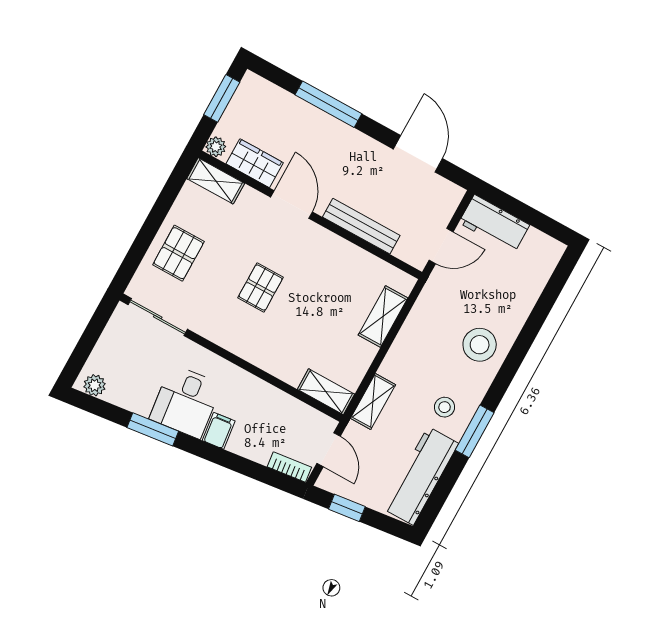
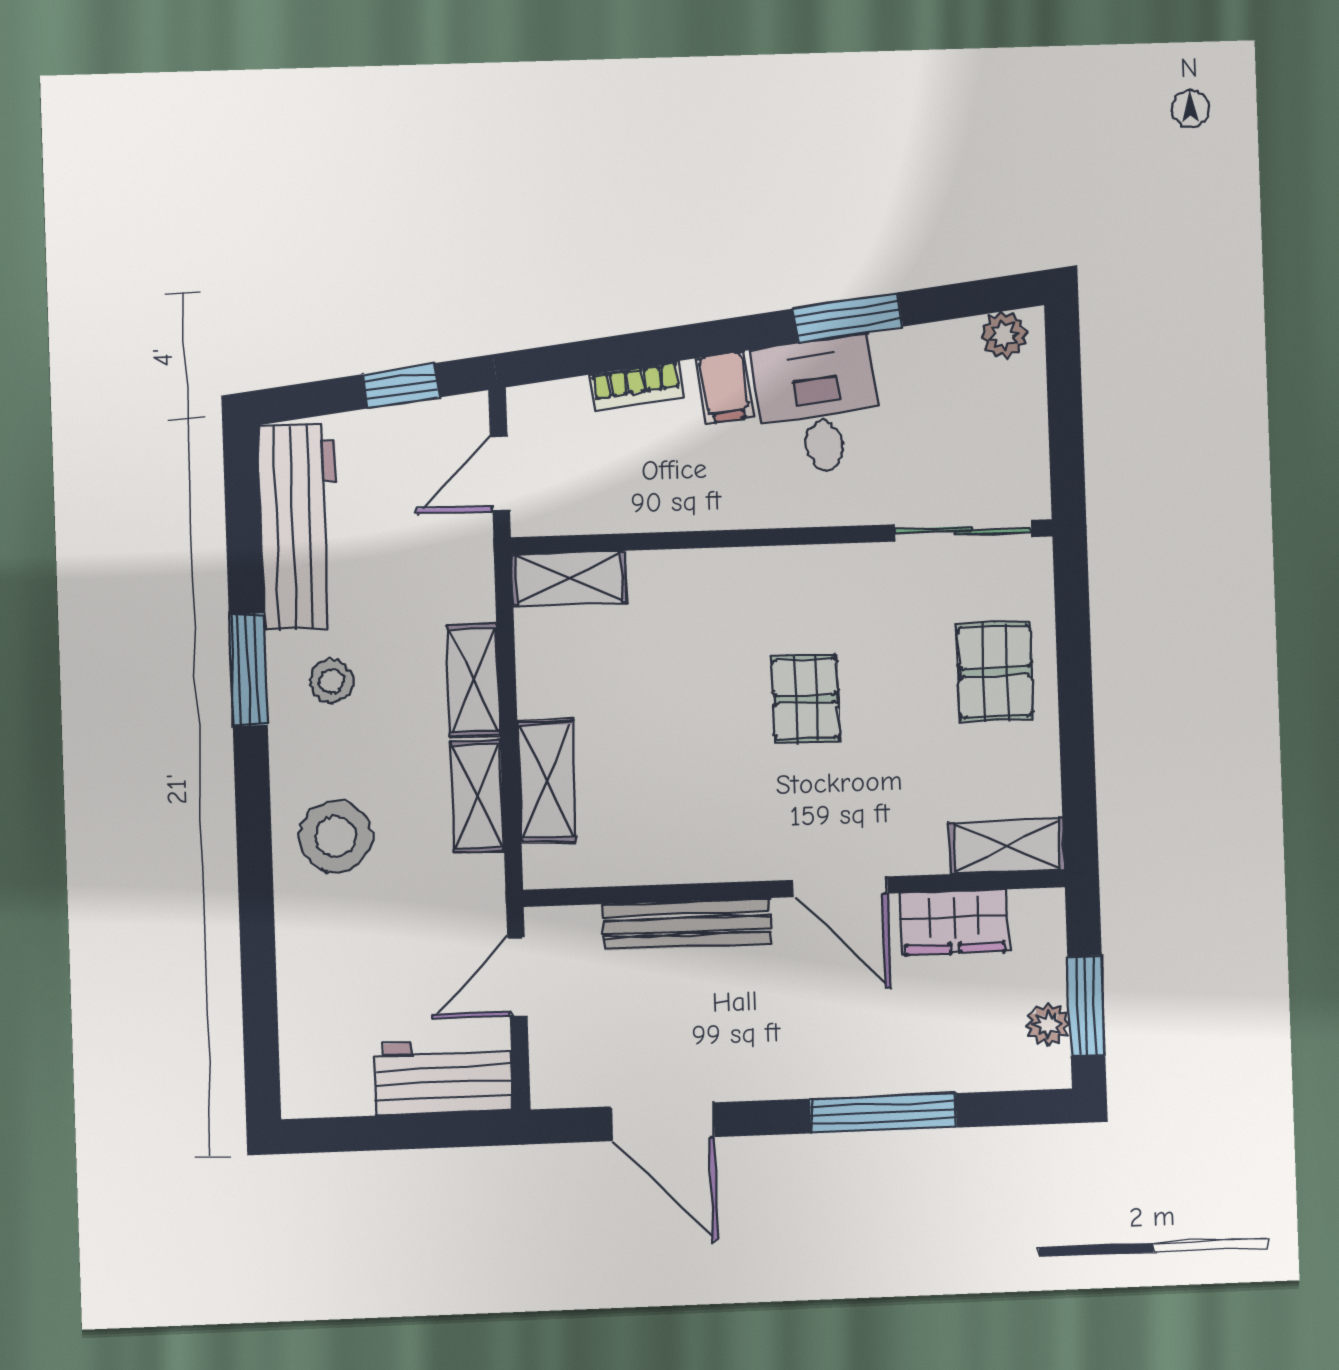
plant: (216, 147) -> (1048, 1025), moved
shelving: (414, 327) -> (477, 796), added
shelving: (373, 401) -> (473, 681), moved
door: (329, 450) -> (500, 474), hinge flipped
bookcase: (289, 467) -> (637, 385), moved

